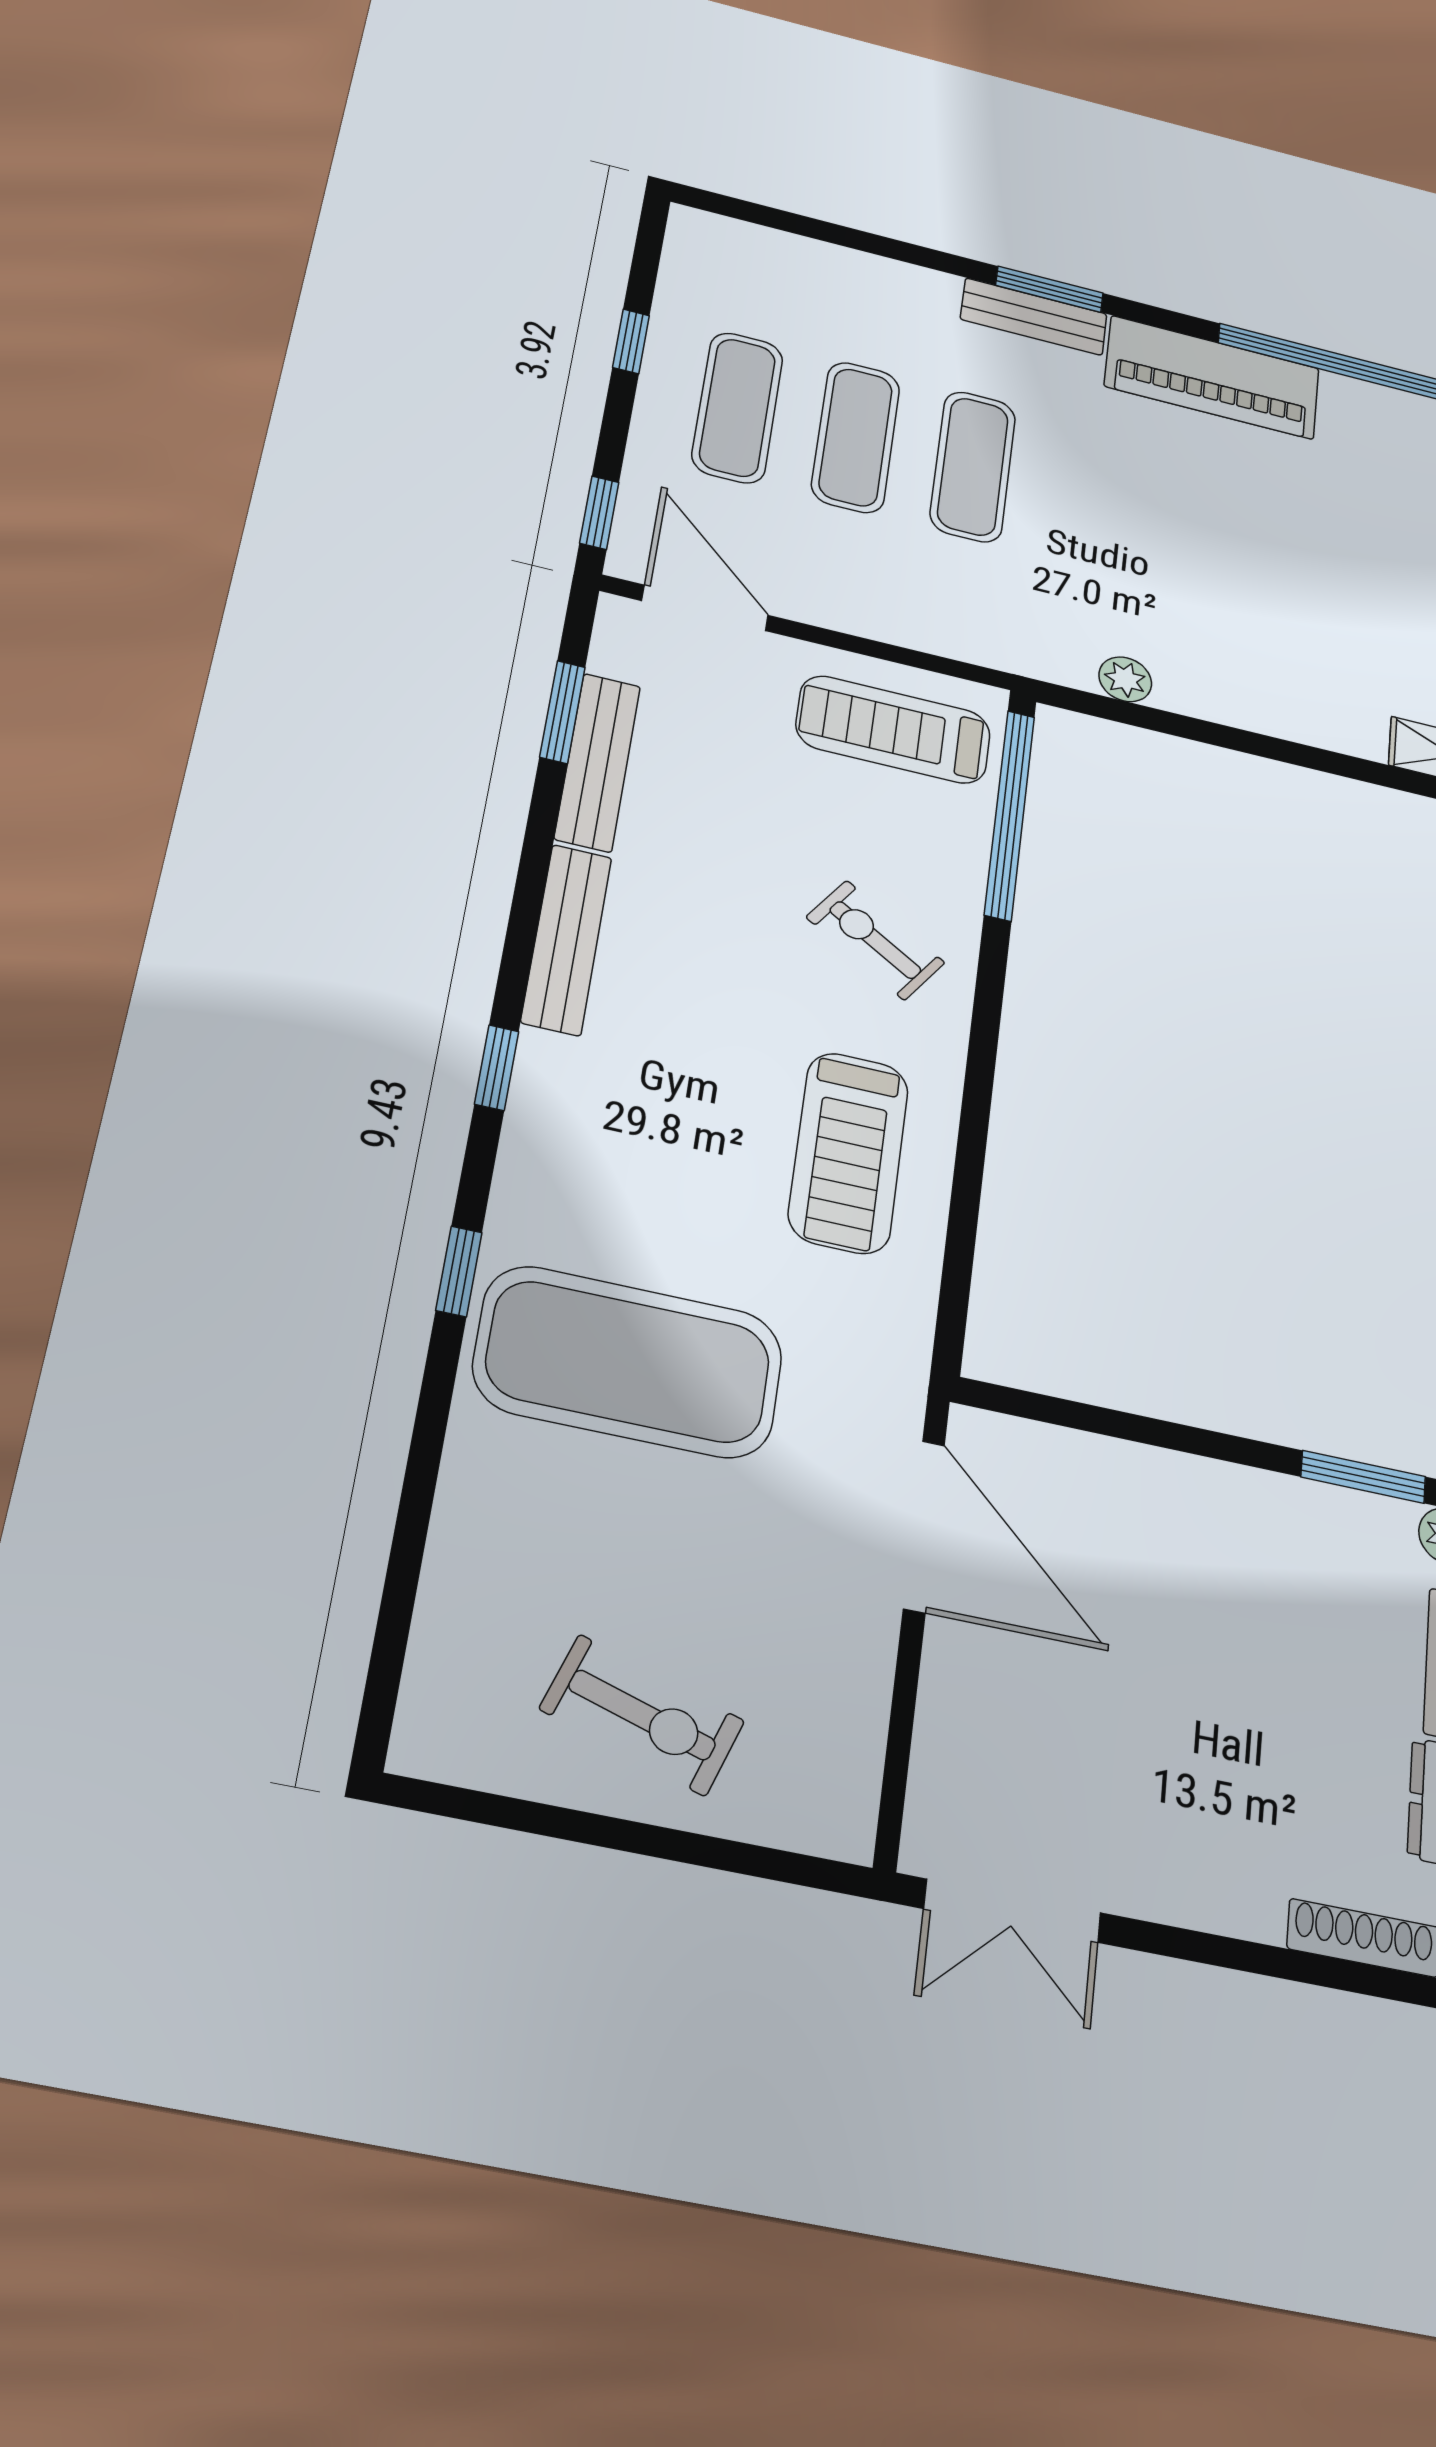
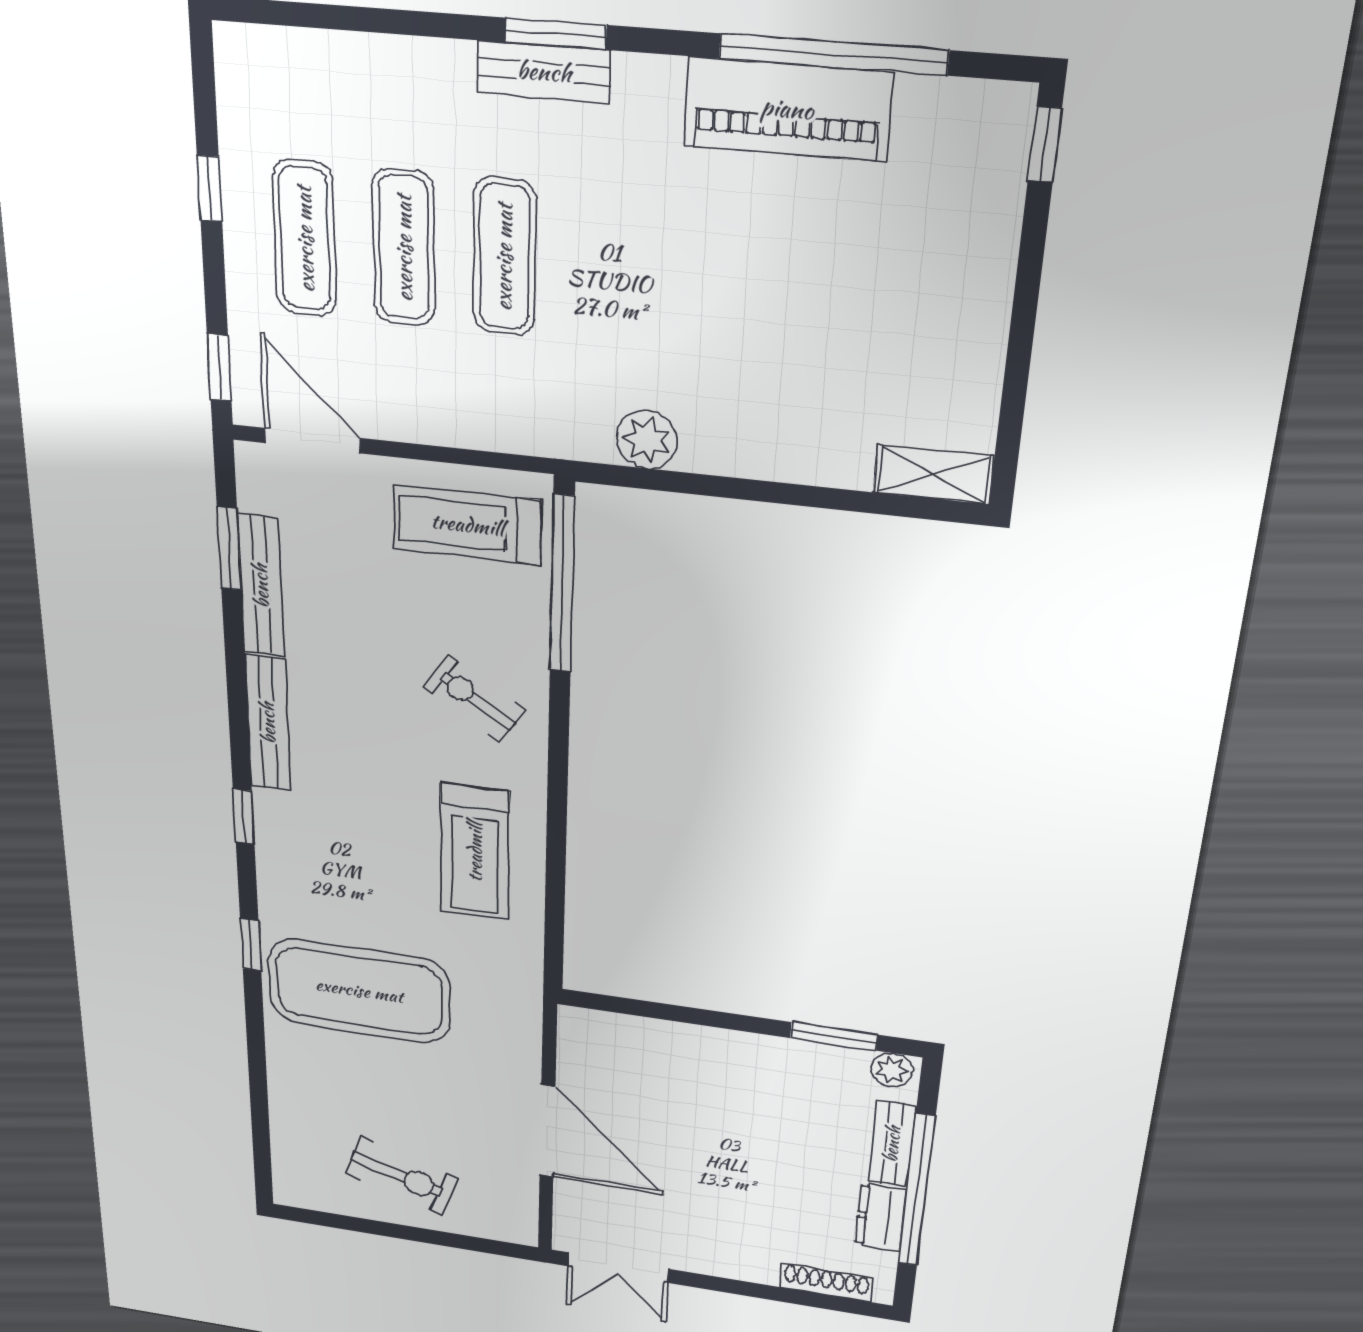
piano: (1212, 377) -> (787, 109), moved
plant: (1125, 679) -> (647, 440), width x1.38, depth x1.38
door: (924, 1526) -> (547, 1131), moved

